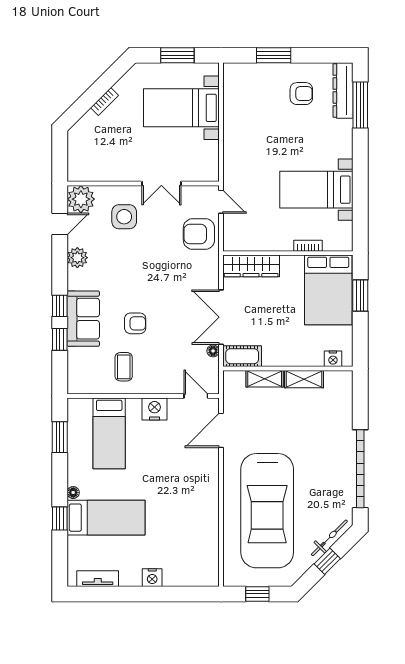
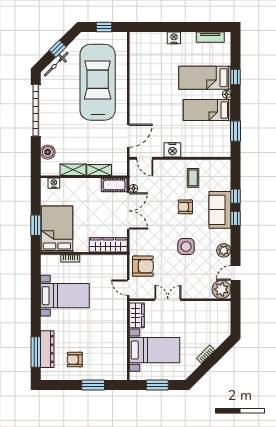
dresser: (343, 91) -> (47, 349), moved
wardrobe: (208, 160) -> (137, 315), added
side table: (124, 217) -> (186, 247), moved
boiler: (342, 406) -> (48, 152), added
bed: (109, 433) -> (207, 110), moved, turned -90

